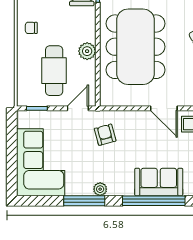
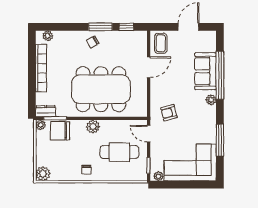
plant: (87, 51) -> (93, 127), moved
plant: (23, 121) -> (159, 176), added
plant: (100, 189) -> (211, 100), moved
window: (84, 201) -> (220, 140), moved

